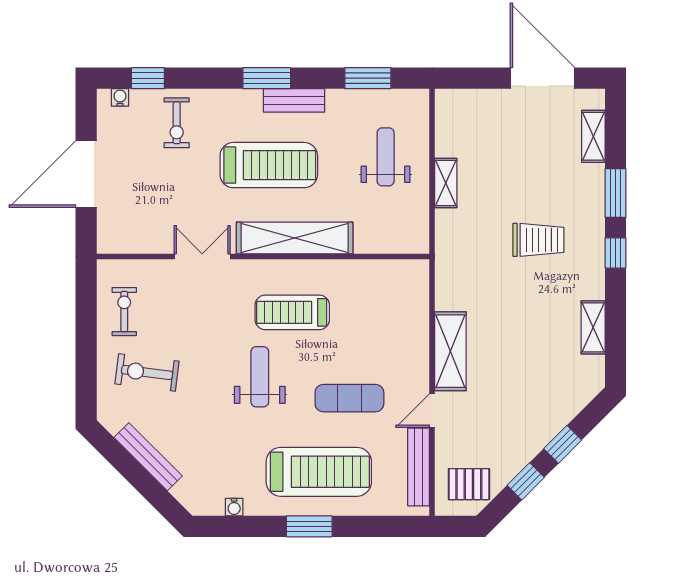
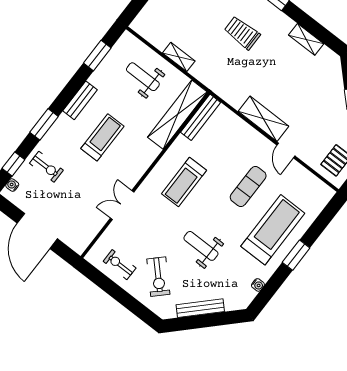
window: (267, 78) -> (44, 124), moved
treadmill: (269, 165) -> (102, 137), width x0.73, depth x0.73
shelving: (295, 238) -> (177, 115), moved
trolley: (538, 240) -> (242, 33), turned -90
exercise bike: (147, 372) -> (158, 277), turned -51
weight bench: (260, 377) -> (201, 246), moved
bench: (419, 467) -> (201, 117), moved, turned 90

